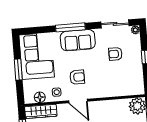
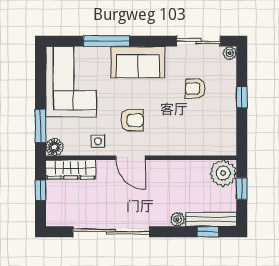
window: (70, 27) -> (106, 41), moved
window: (18, 70) -> (41, 126), moved
floor lamp: (40, 97) -> (54, 147), moved

